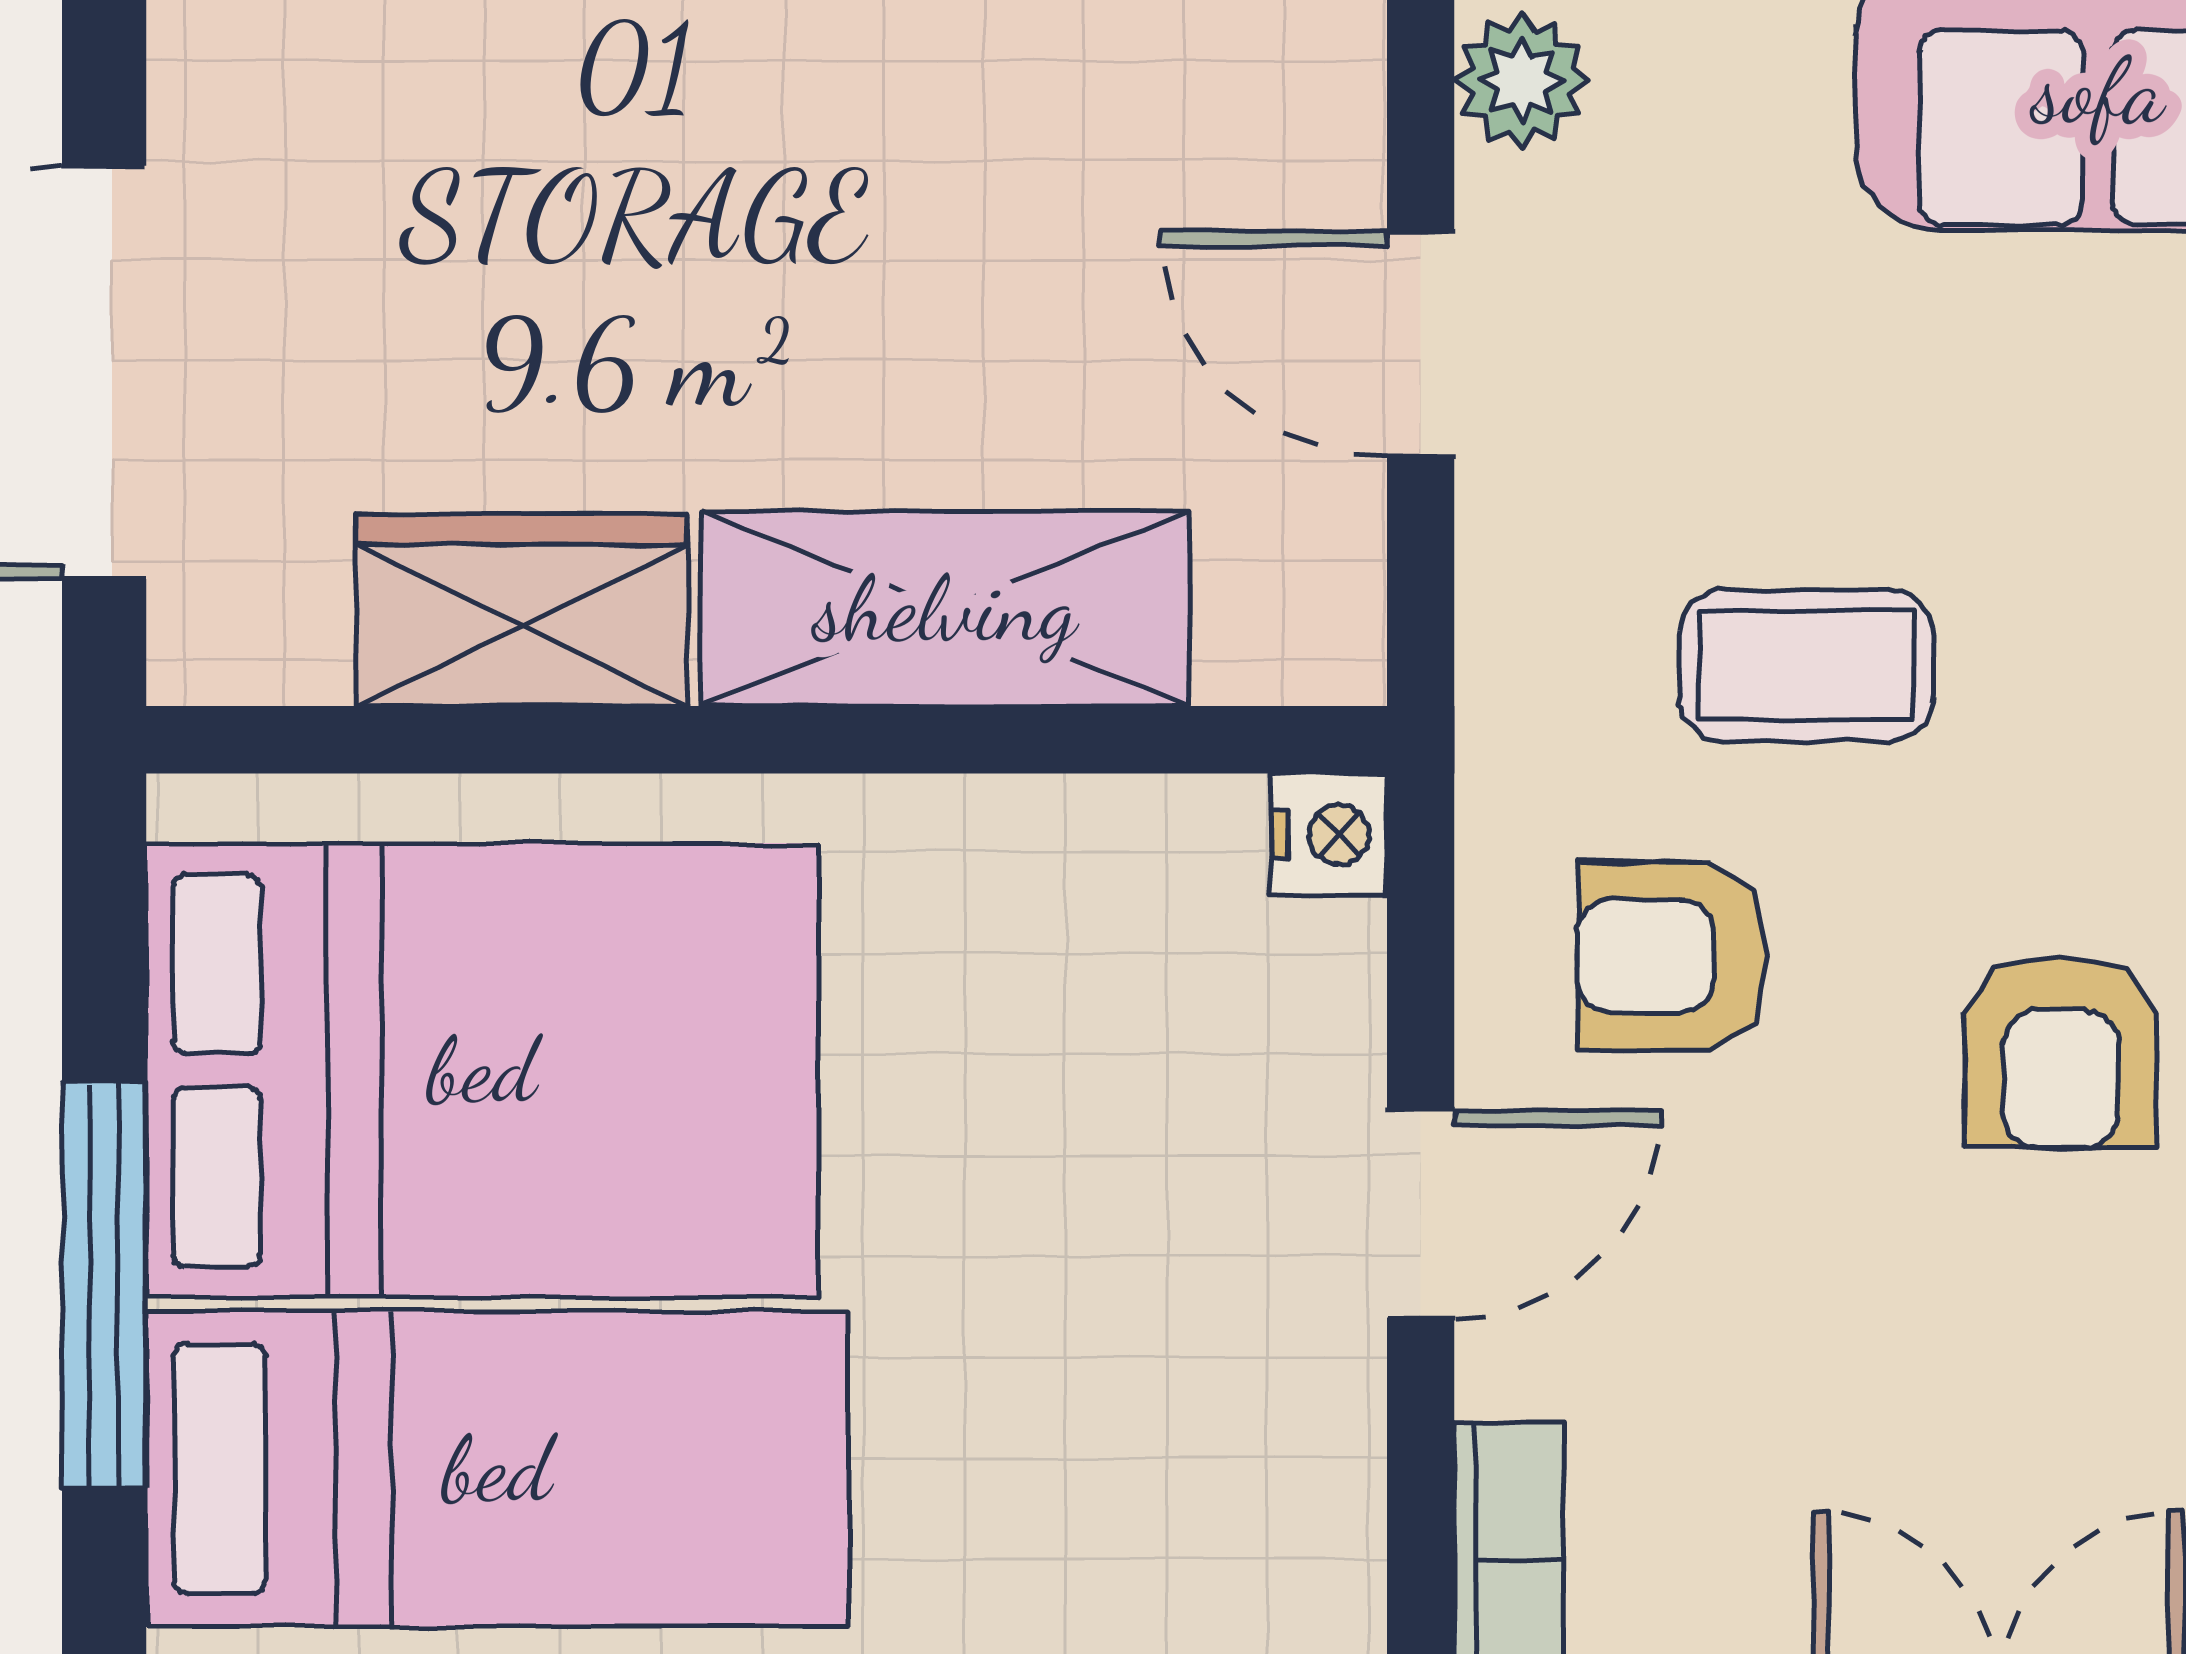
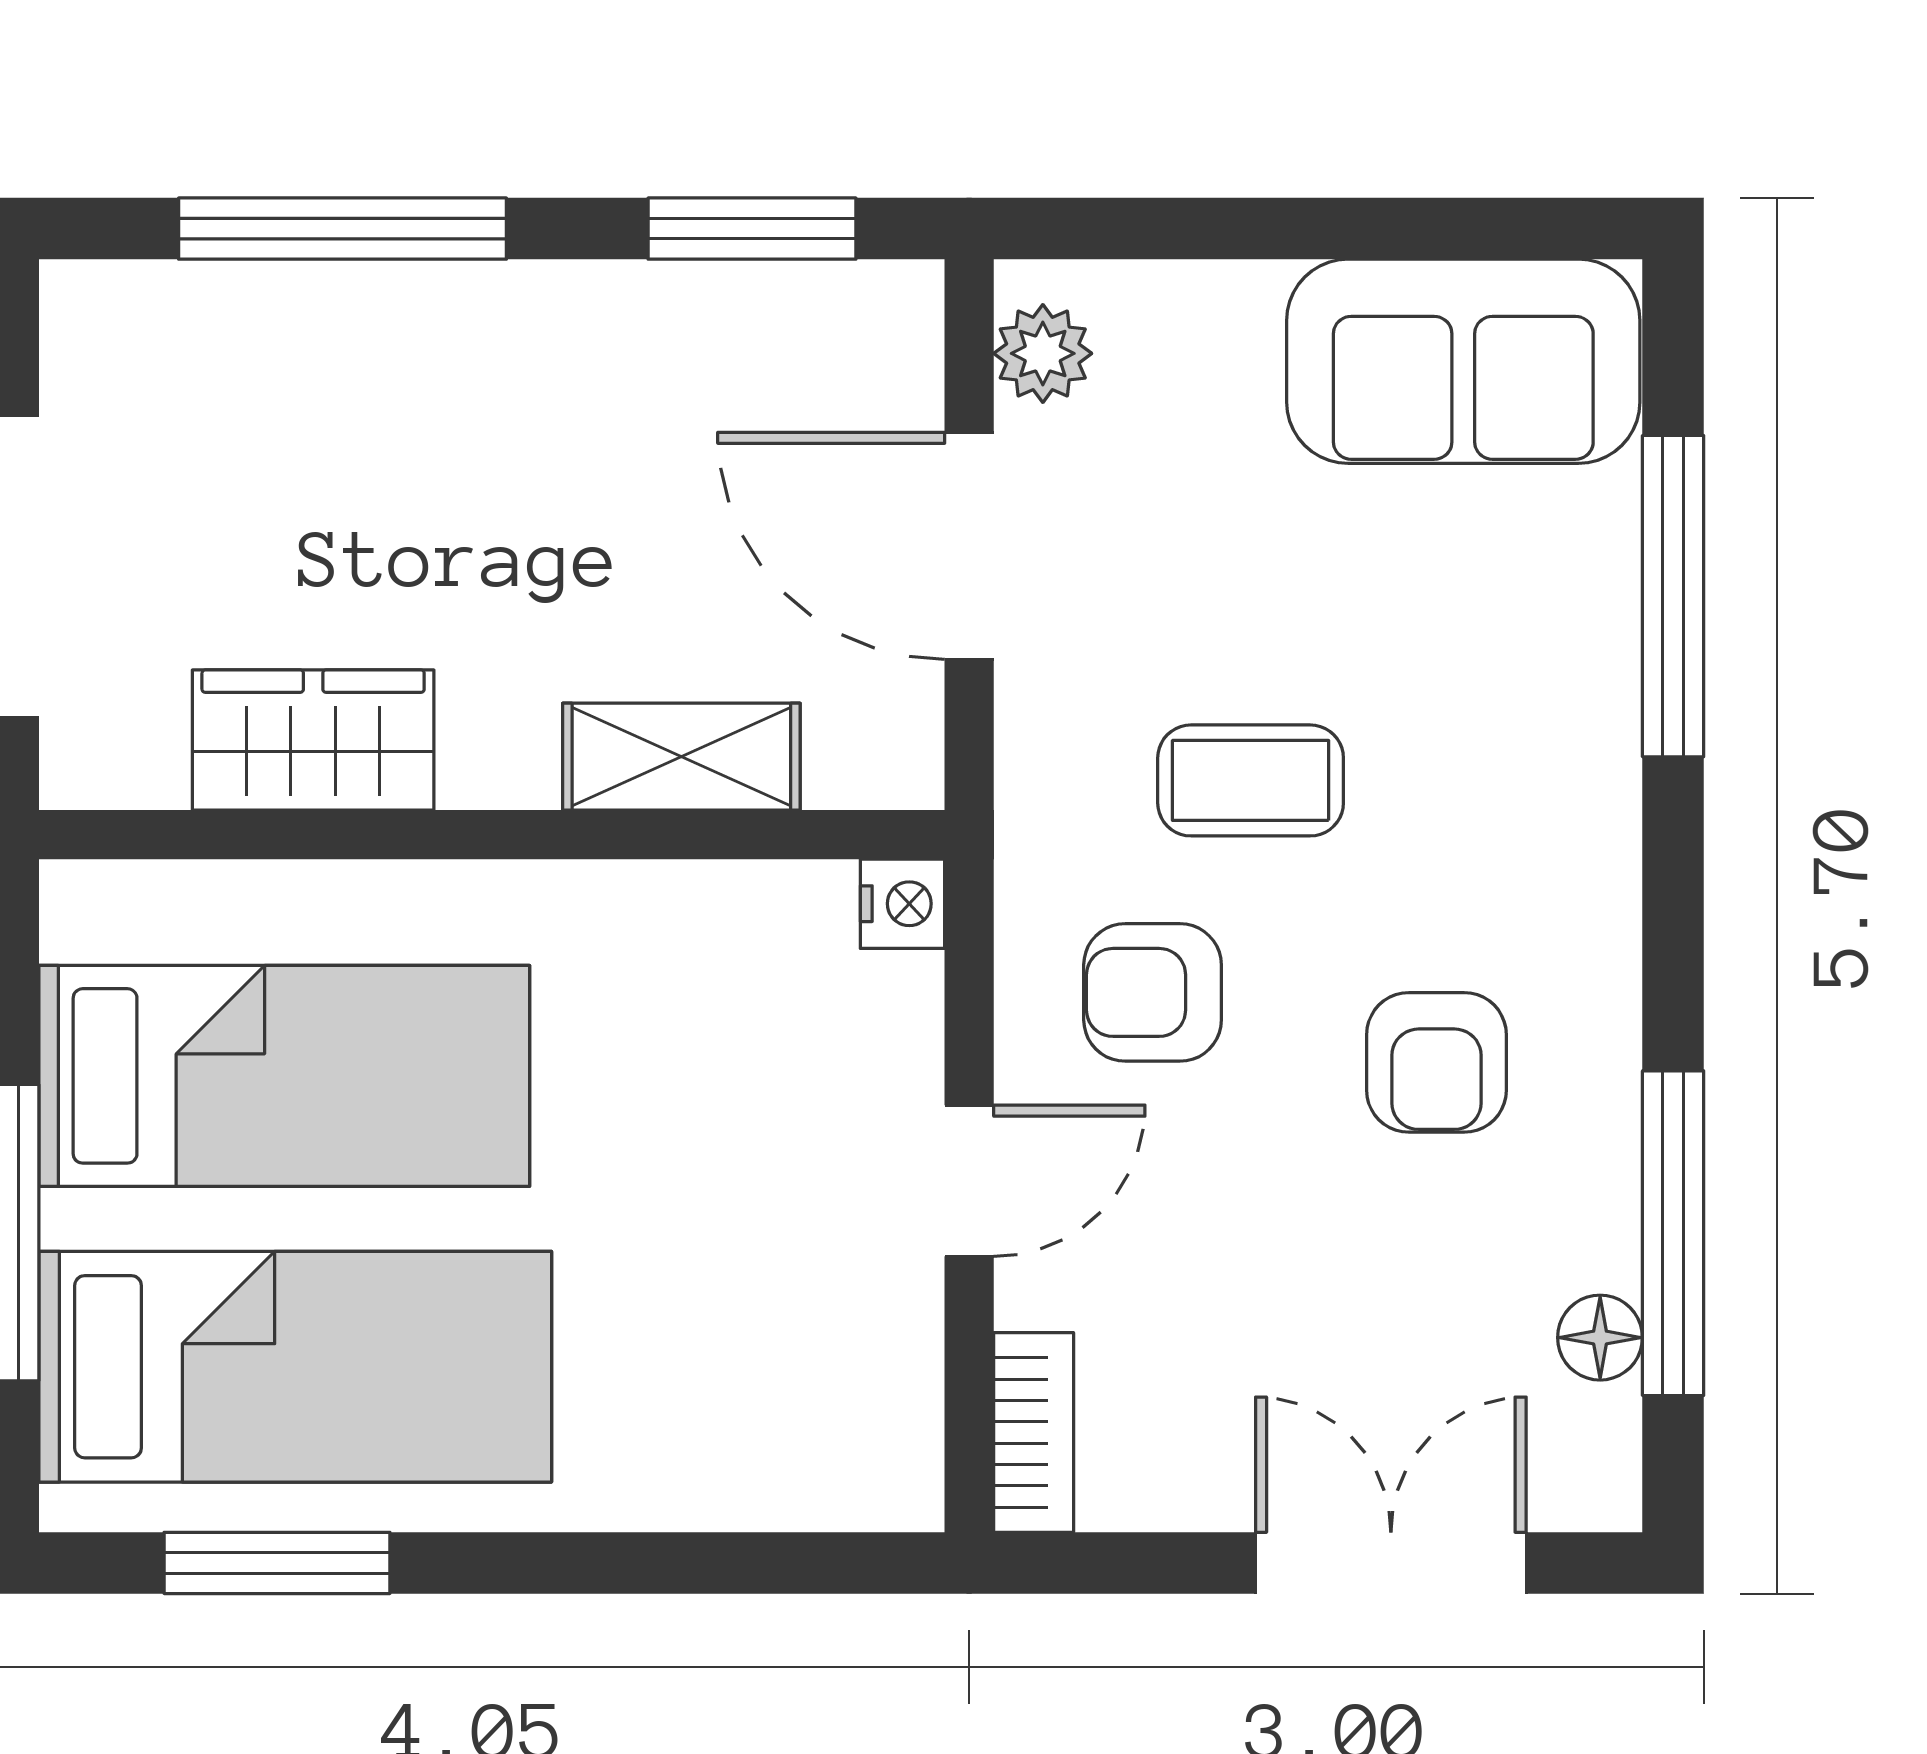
door: (1421, 344) -> (969, 546), width x1.38
shelving: (945, 609) -> (681, 757), width x0.67, depth x0.75
bed: (482, 1070) -> (284, 1076), width x0.67

